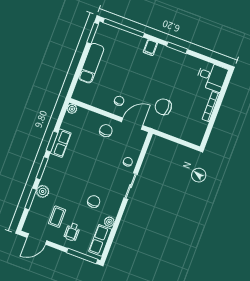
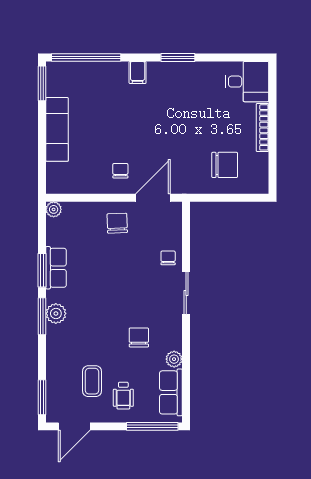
chair: (163, 107) -> (225, 165), moved, turned 180
plant: (43, 191) -> (56, 313), moved
window: (31, 199) -> (42, 397), moved

